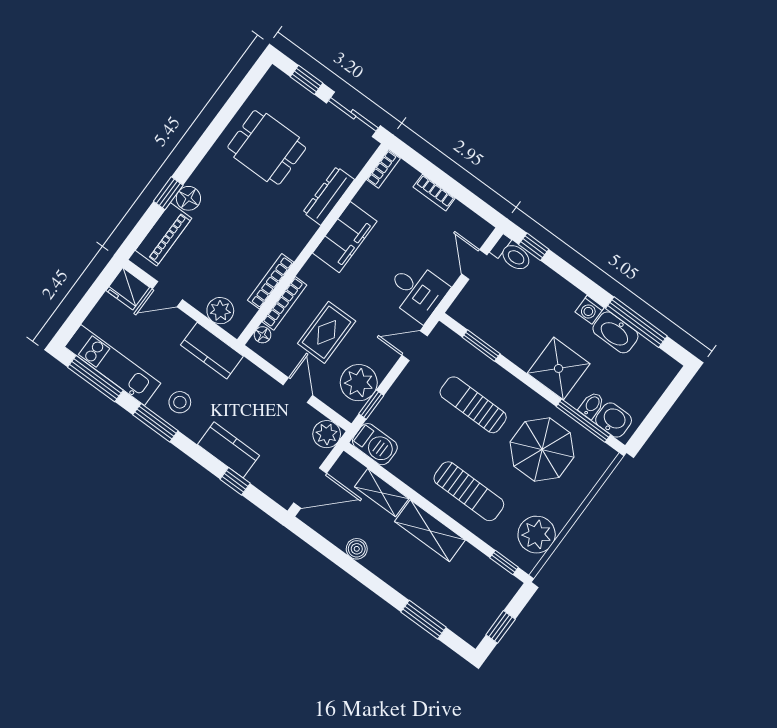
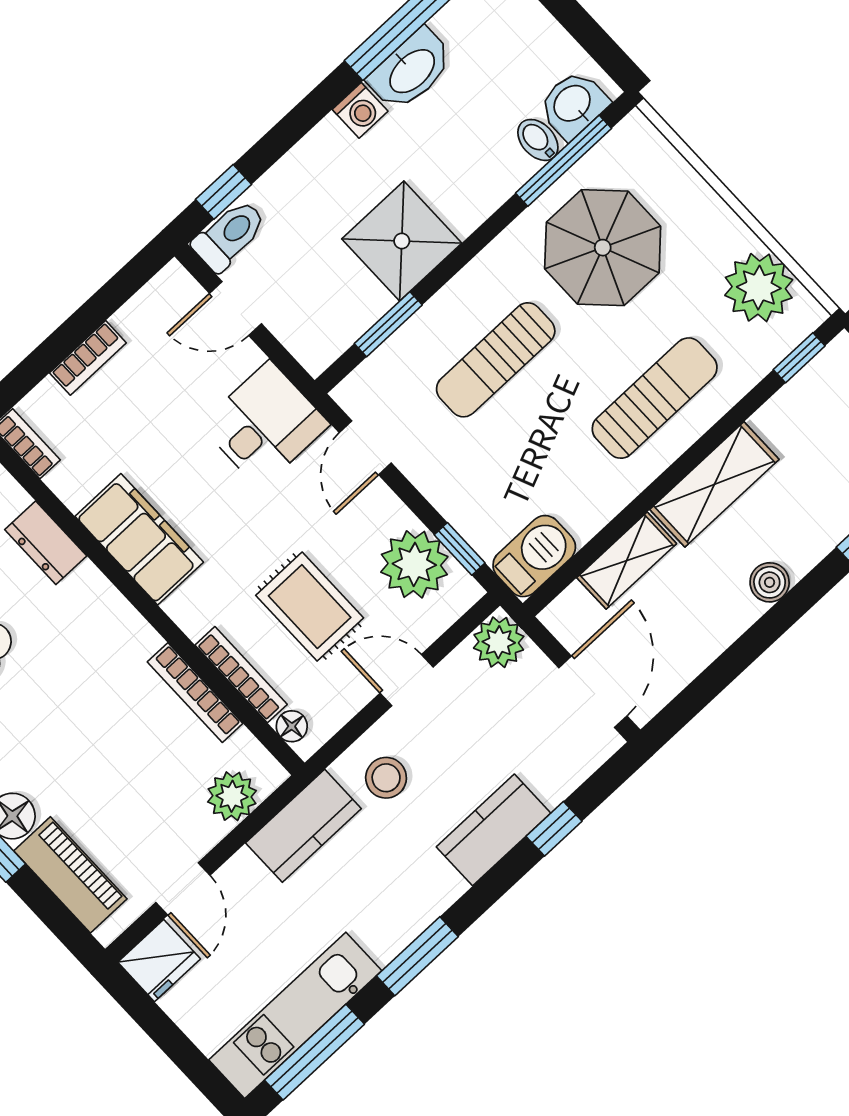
dresser: (329, 196) -> (46, 543), width x0.70
shower: (559, 368) -> (402, 241), moved
stool: (180, 402) -> (386, 778), moved
boiler: (357, 549) -> (770, 582), moved

